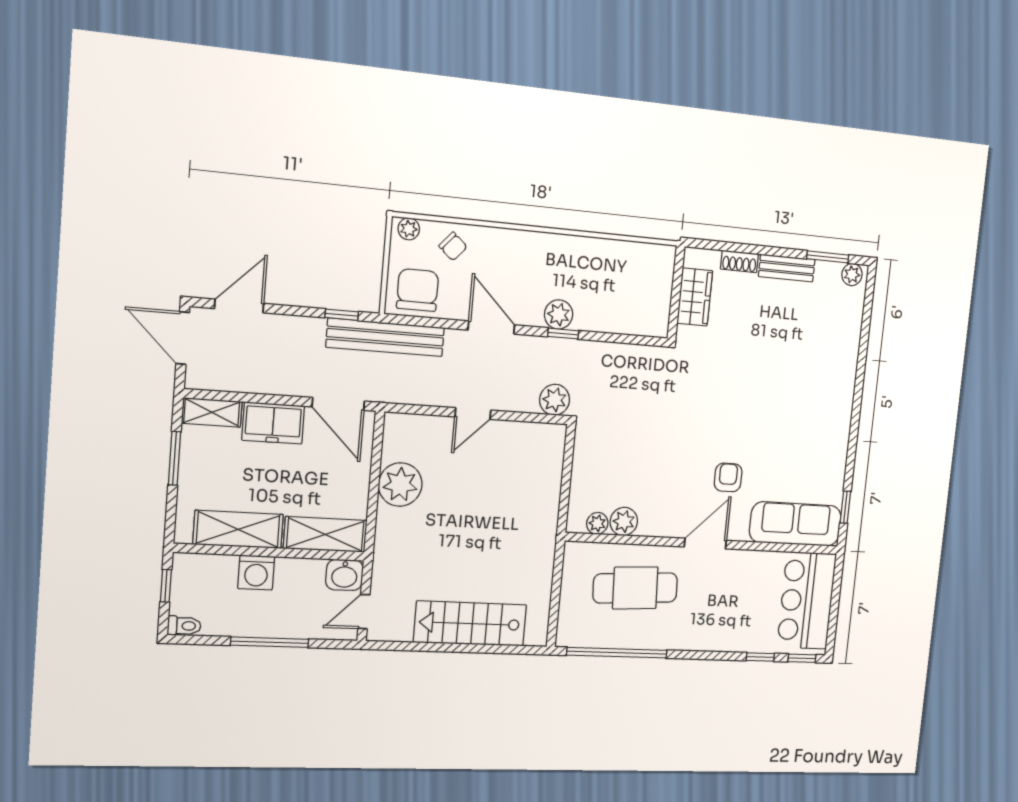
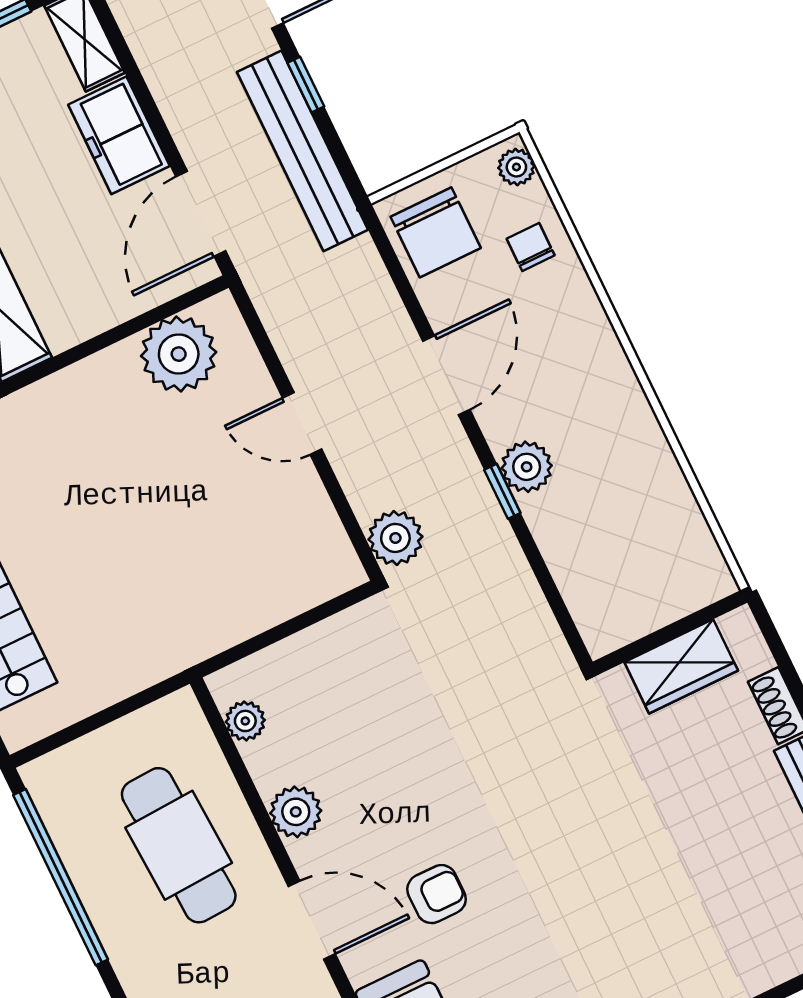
chair: (453, 246) -> (531, 247), turned 139
chair: (418, 290) -> (436, 232), turned 90
window: (342, 315) -> (306, 85), moved
bench: (385, 337) -> (302, 151), moved
plant: (400, 485) -> (179, 354), moved
plant: (624, 521) -> (296, 812), moved

